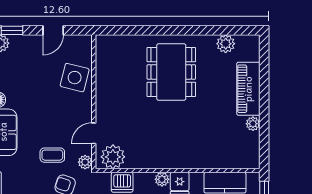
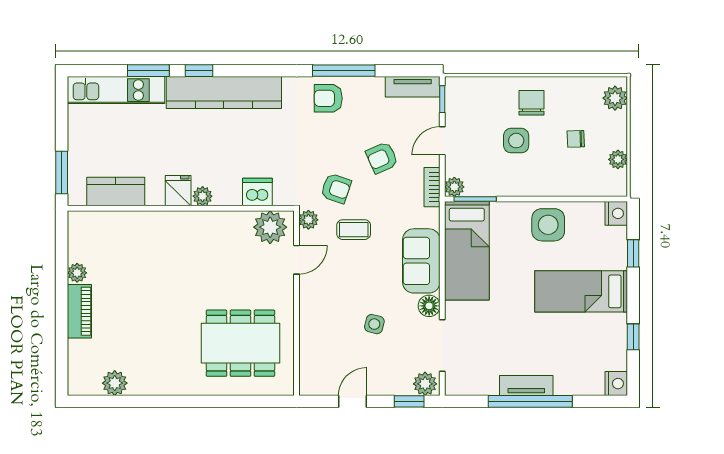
dining table: (171, 72) -> (240, 343), moved, turned 90
side table: (75, 78) -> (374, 324), moved, width x0.54, depth x0.54
piano: (248, 89) -> (79, 311), width x0.73, depth x0.75

